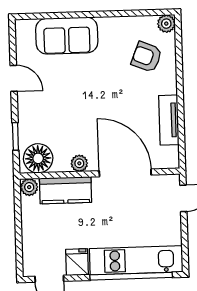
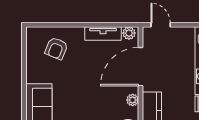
plant: (166, 24) -> (129, 33), moved

